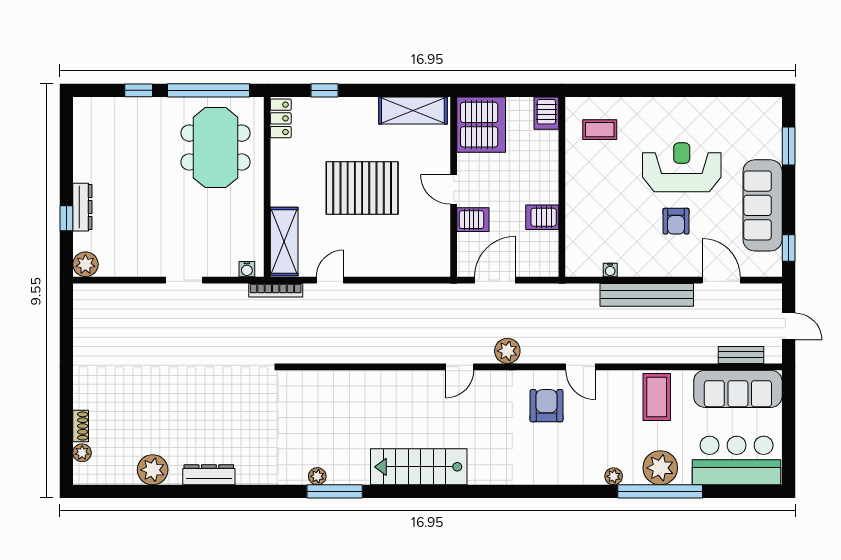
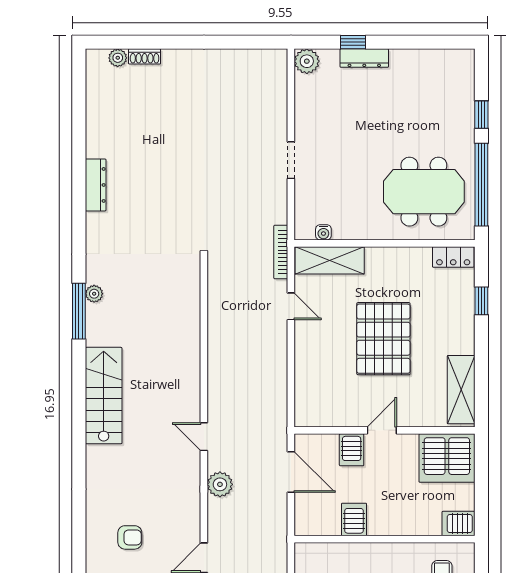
water cooler: (247, 269) -> (323, 232), moved, turned -90
armchair: (547, 406) -> (130, 537), moved, width x0.72, depth x0.72
plant: (153, 470) -> (101, 129), removed

